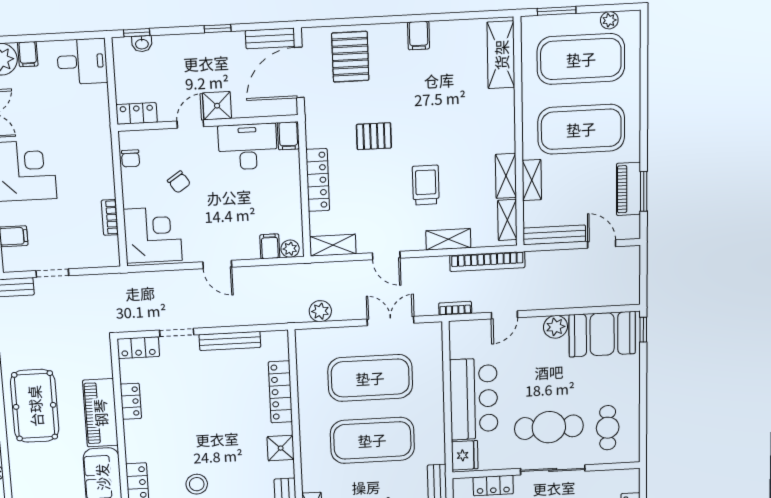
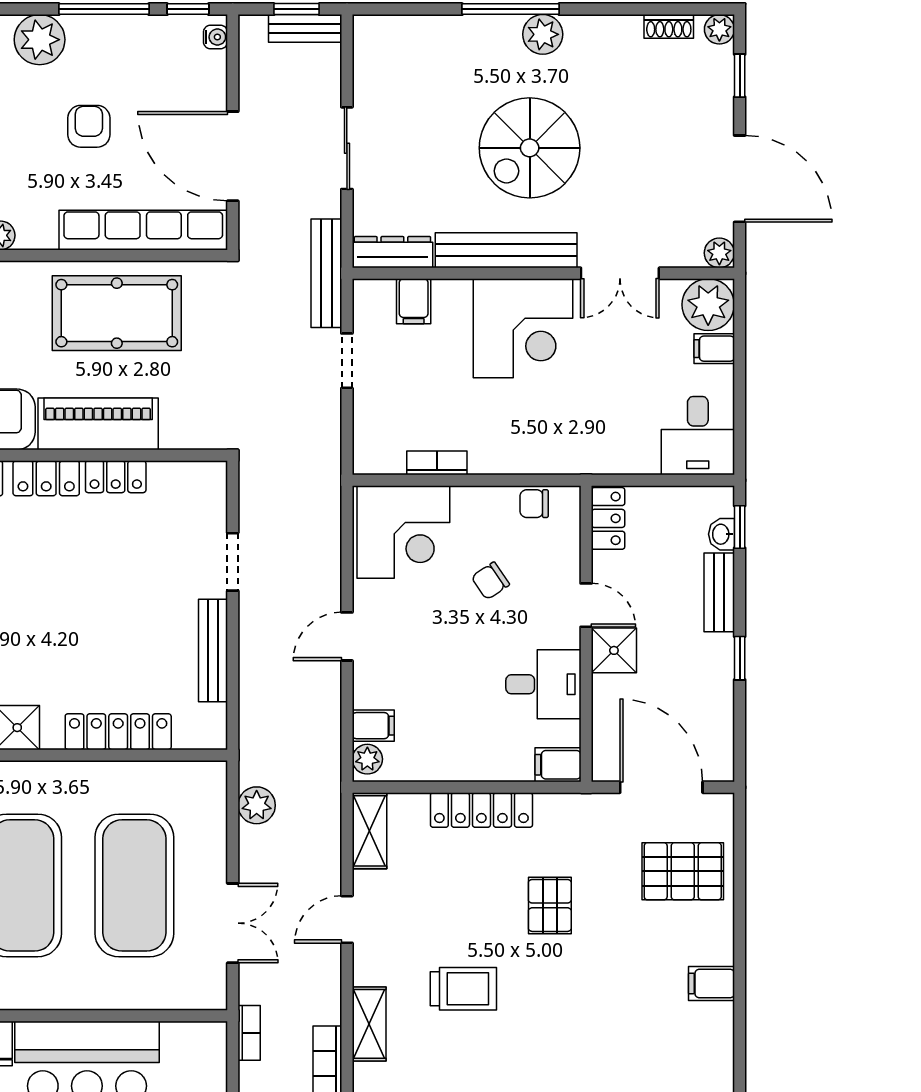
bench: (270, 38) -> (719, 592), moved
desk: (248, 147) -> (543, 684), width x0.73
locker: (138, 348) -> (46, 478), moved, turned -90

